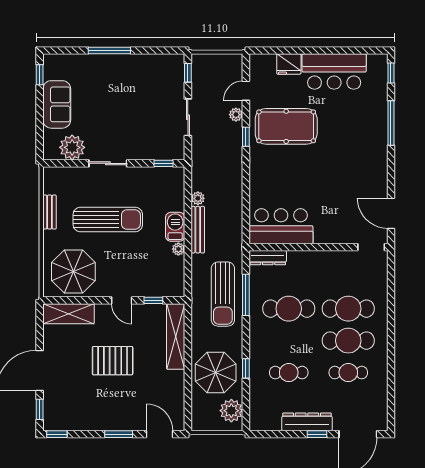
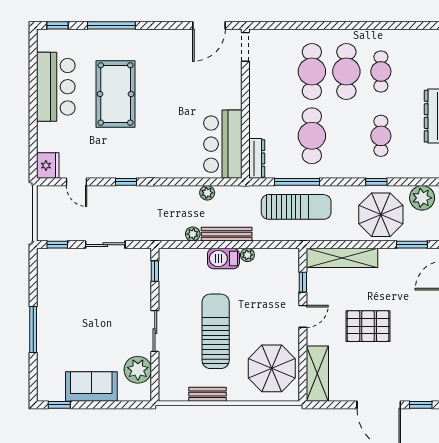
fridge: (289, 64) -> (48, 166), moved
plant: (236, 115) -> (207, 193), moved
pool table: (286, 126) -> (116, 94), moved
pallet: (113, 361) -> (368, 326), turned 90
window: (188, 401) -> (412, 245), added

